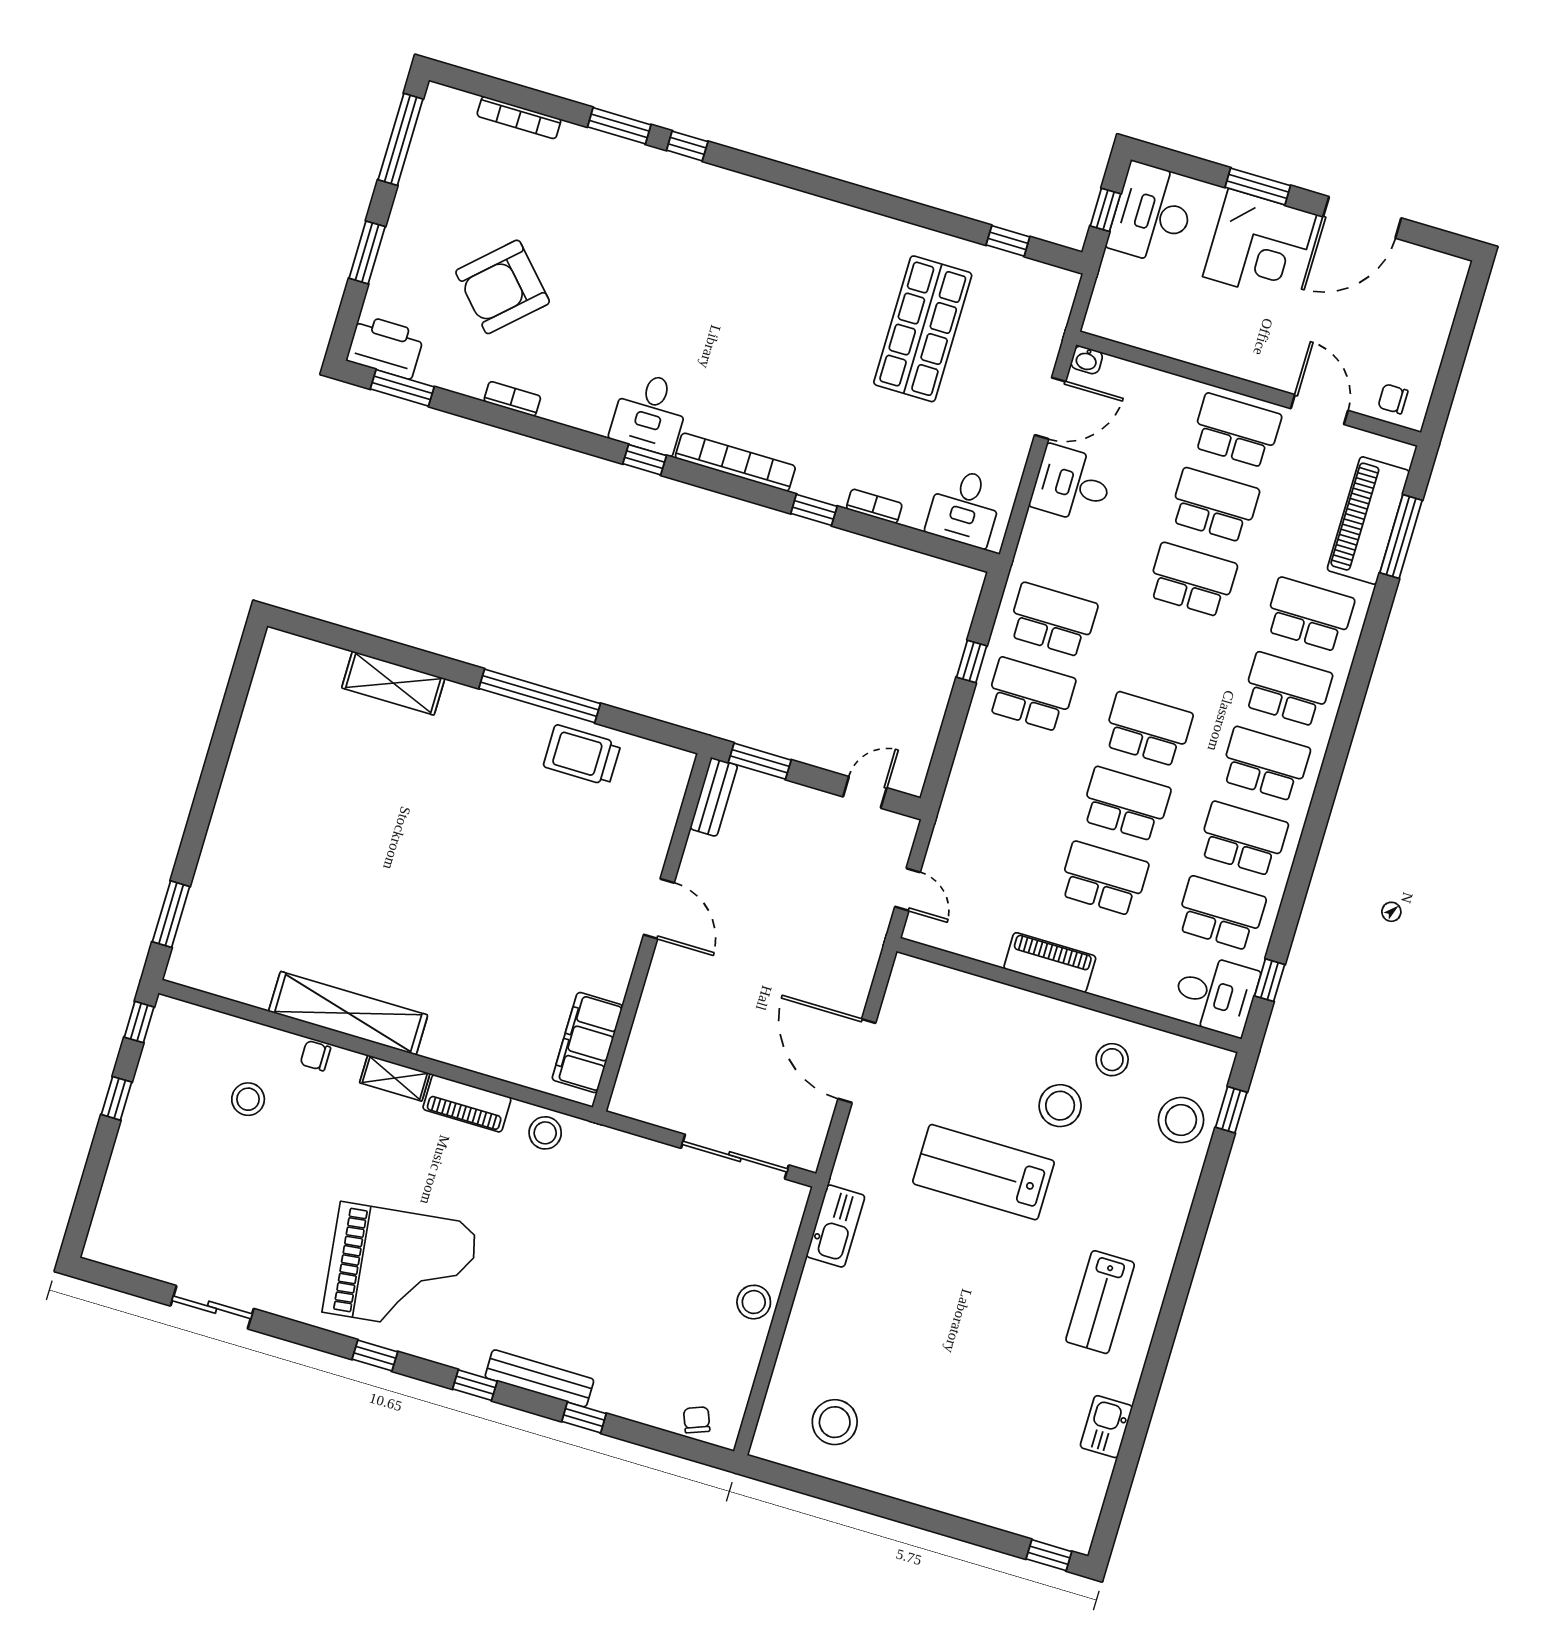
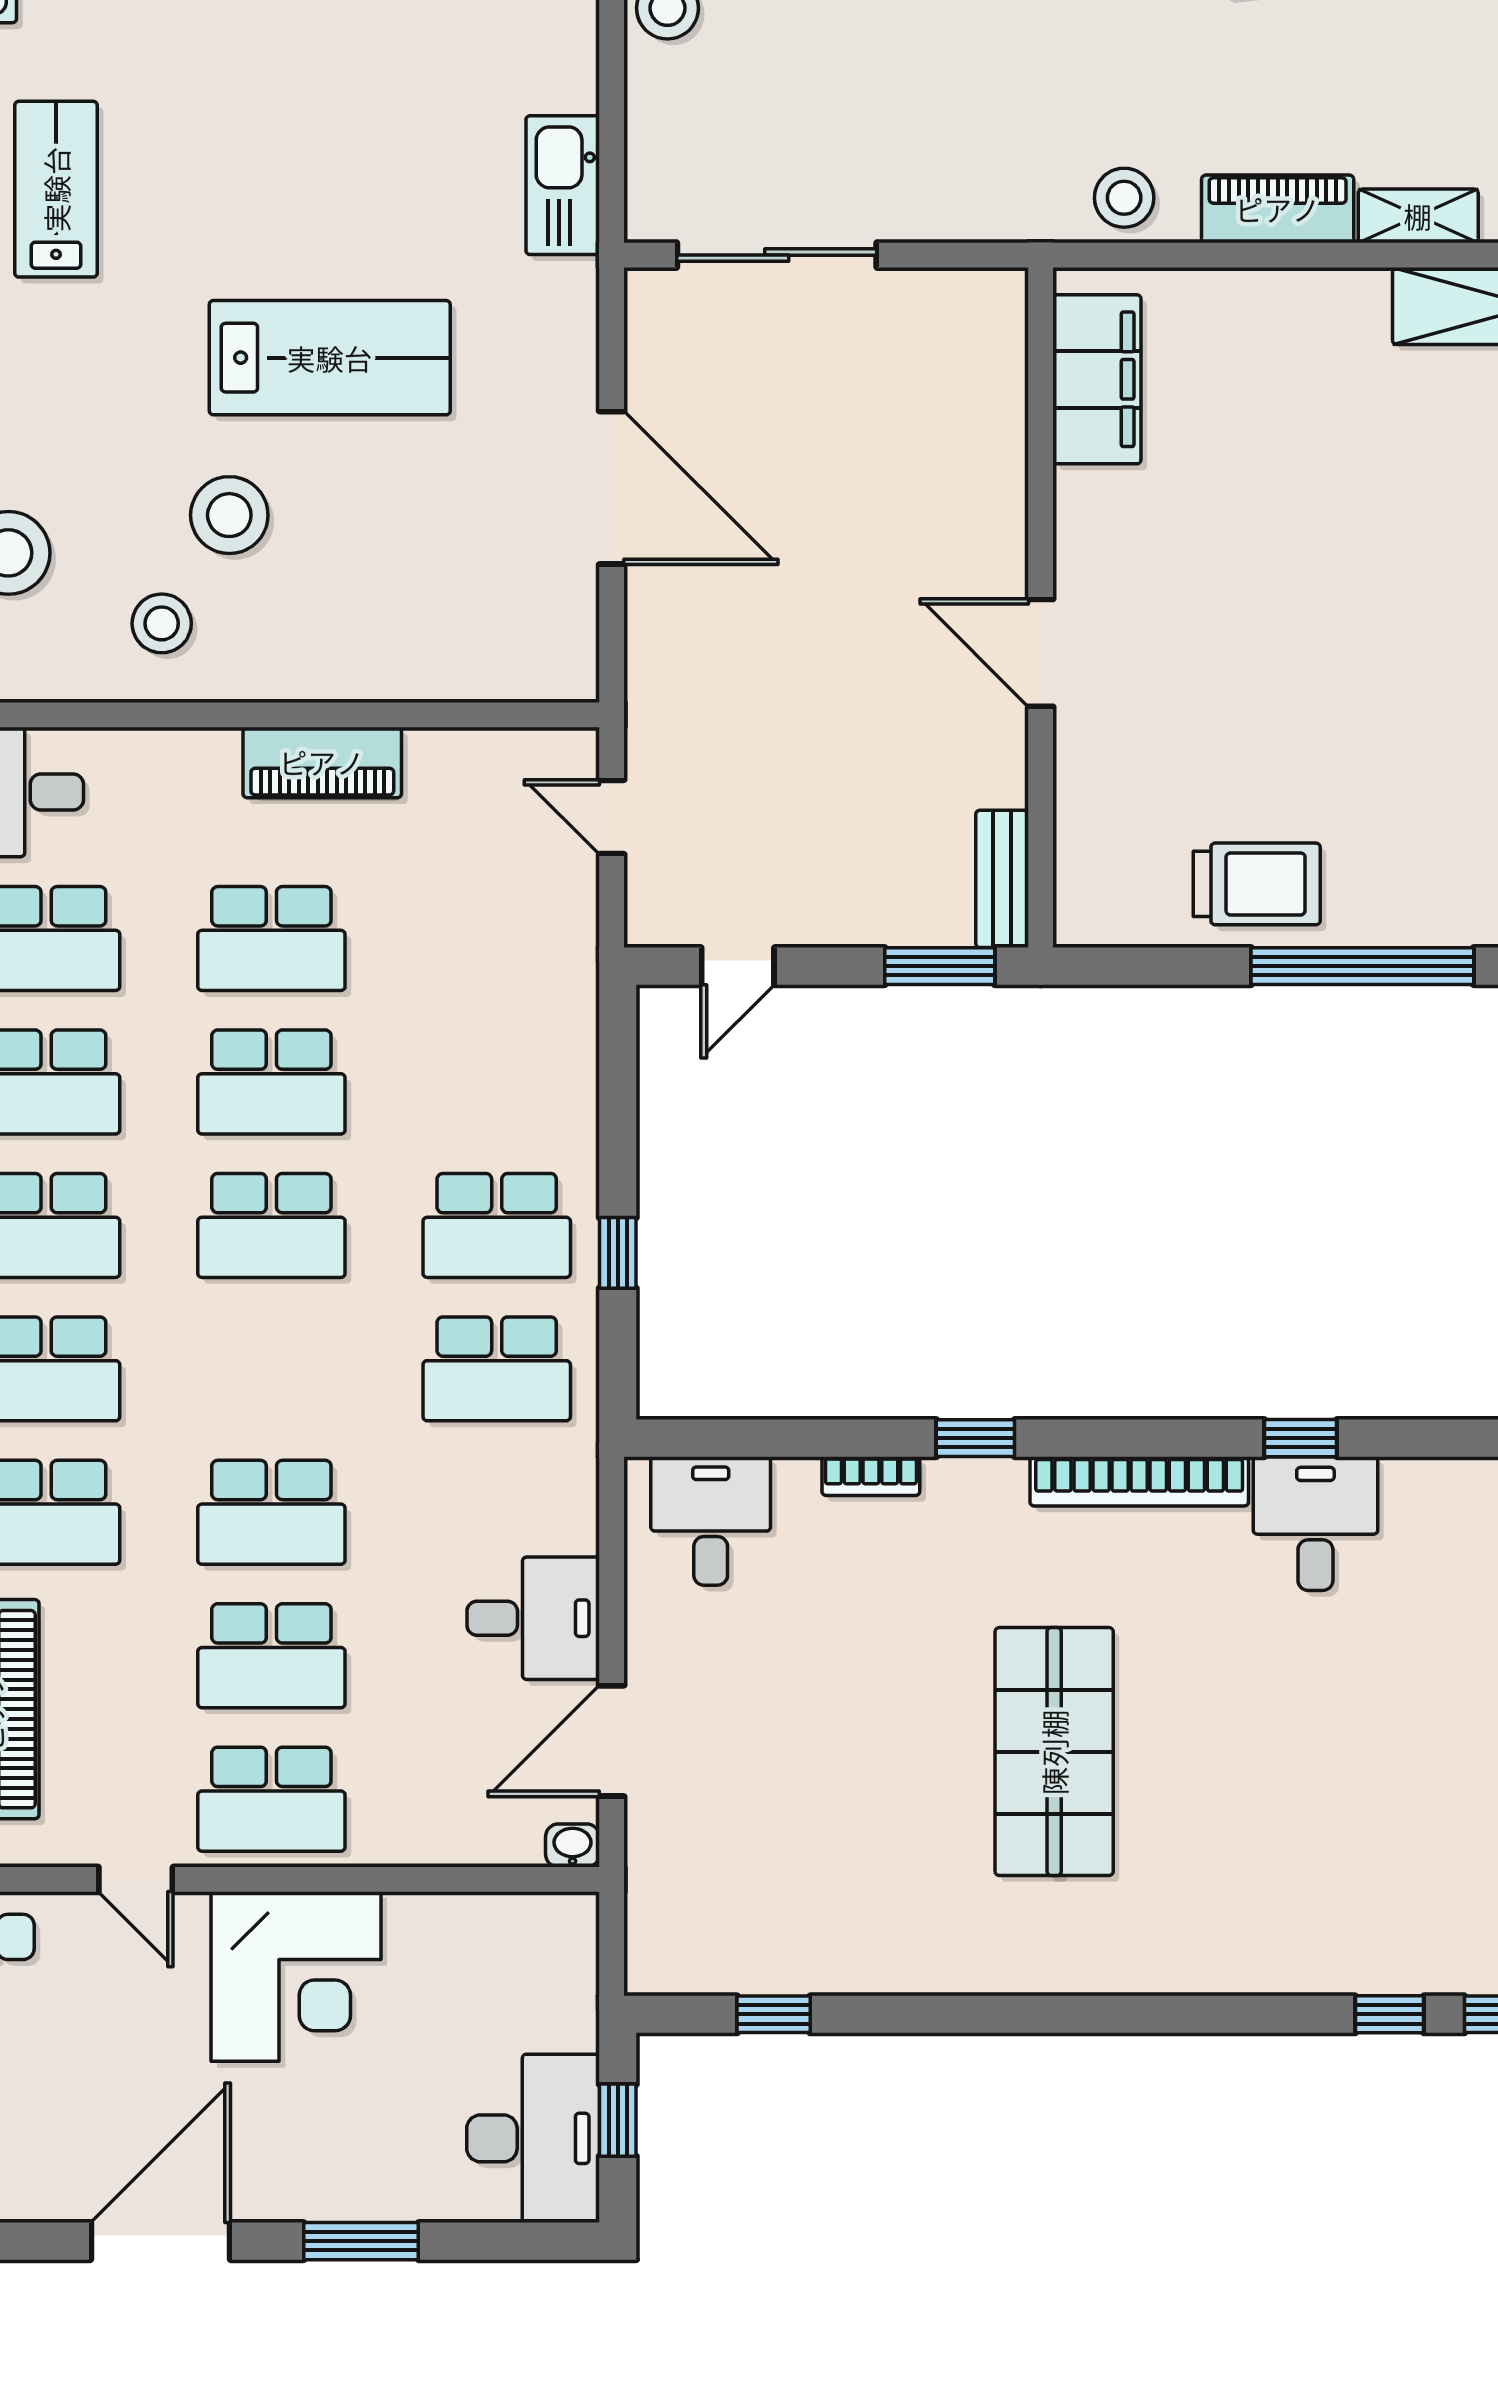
corner desk: (1260, 245) -> (296, 1977), moved, turned 180
shop shelf: (923, 329) -> (1054, 1752), moved
door: (1319, 410) -> (136, 1879), width x0.73

